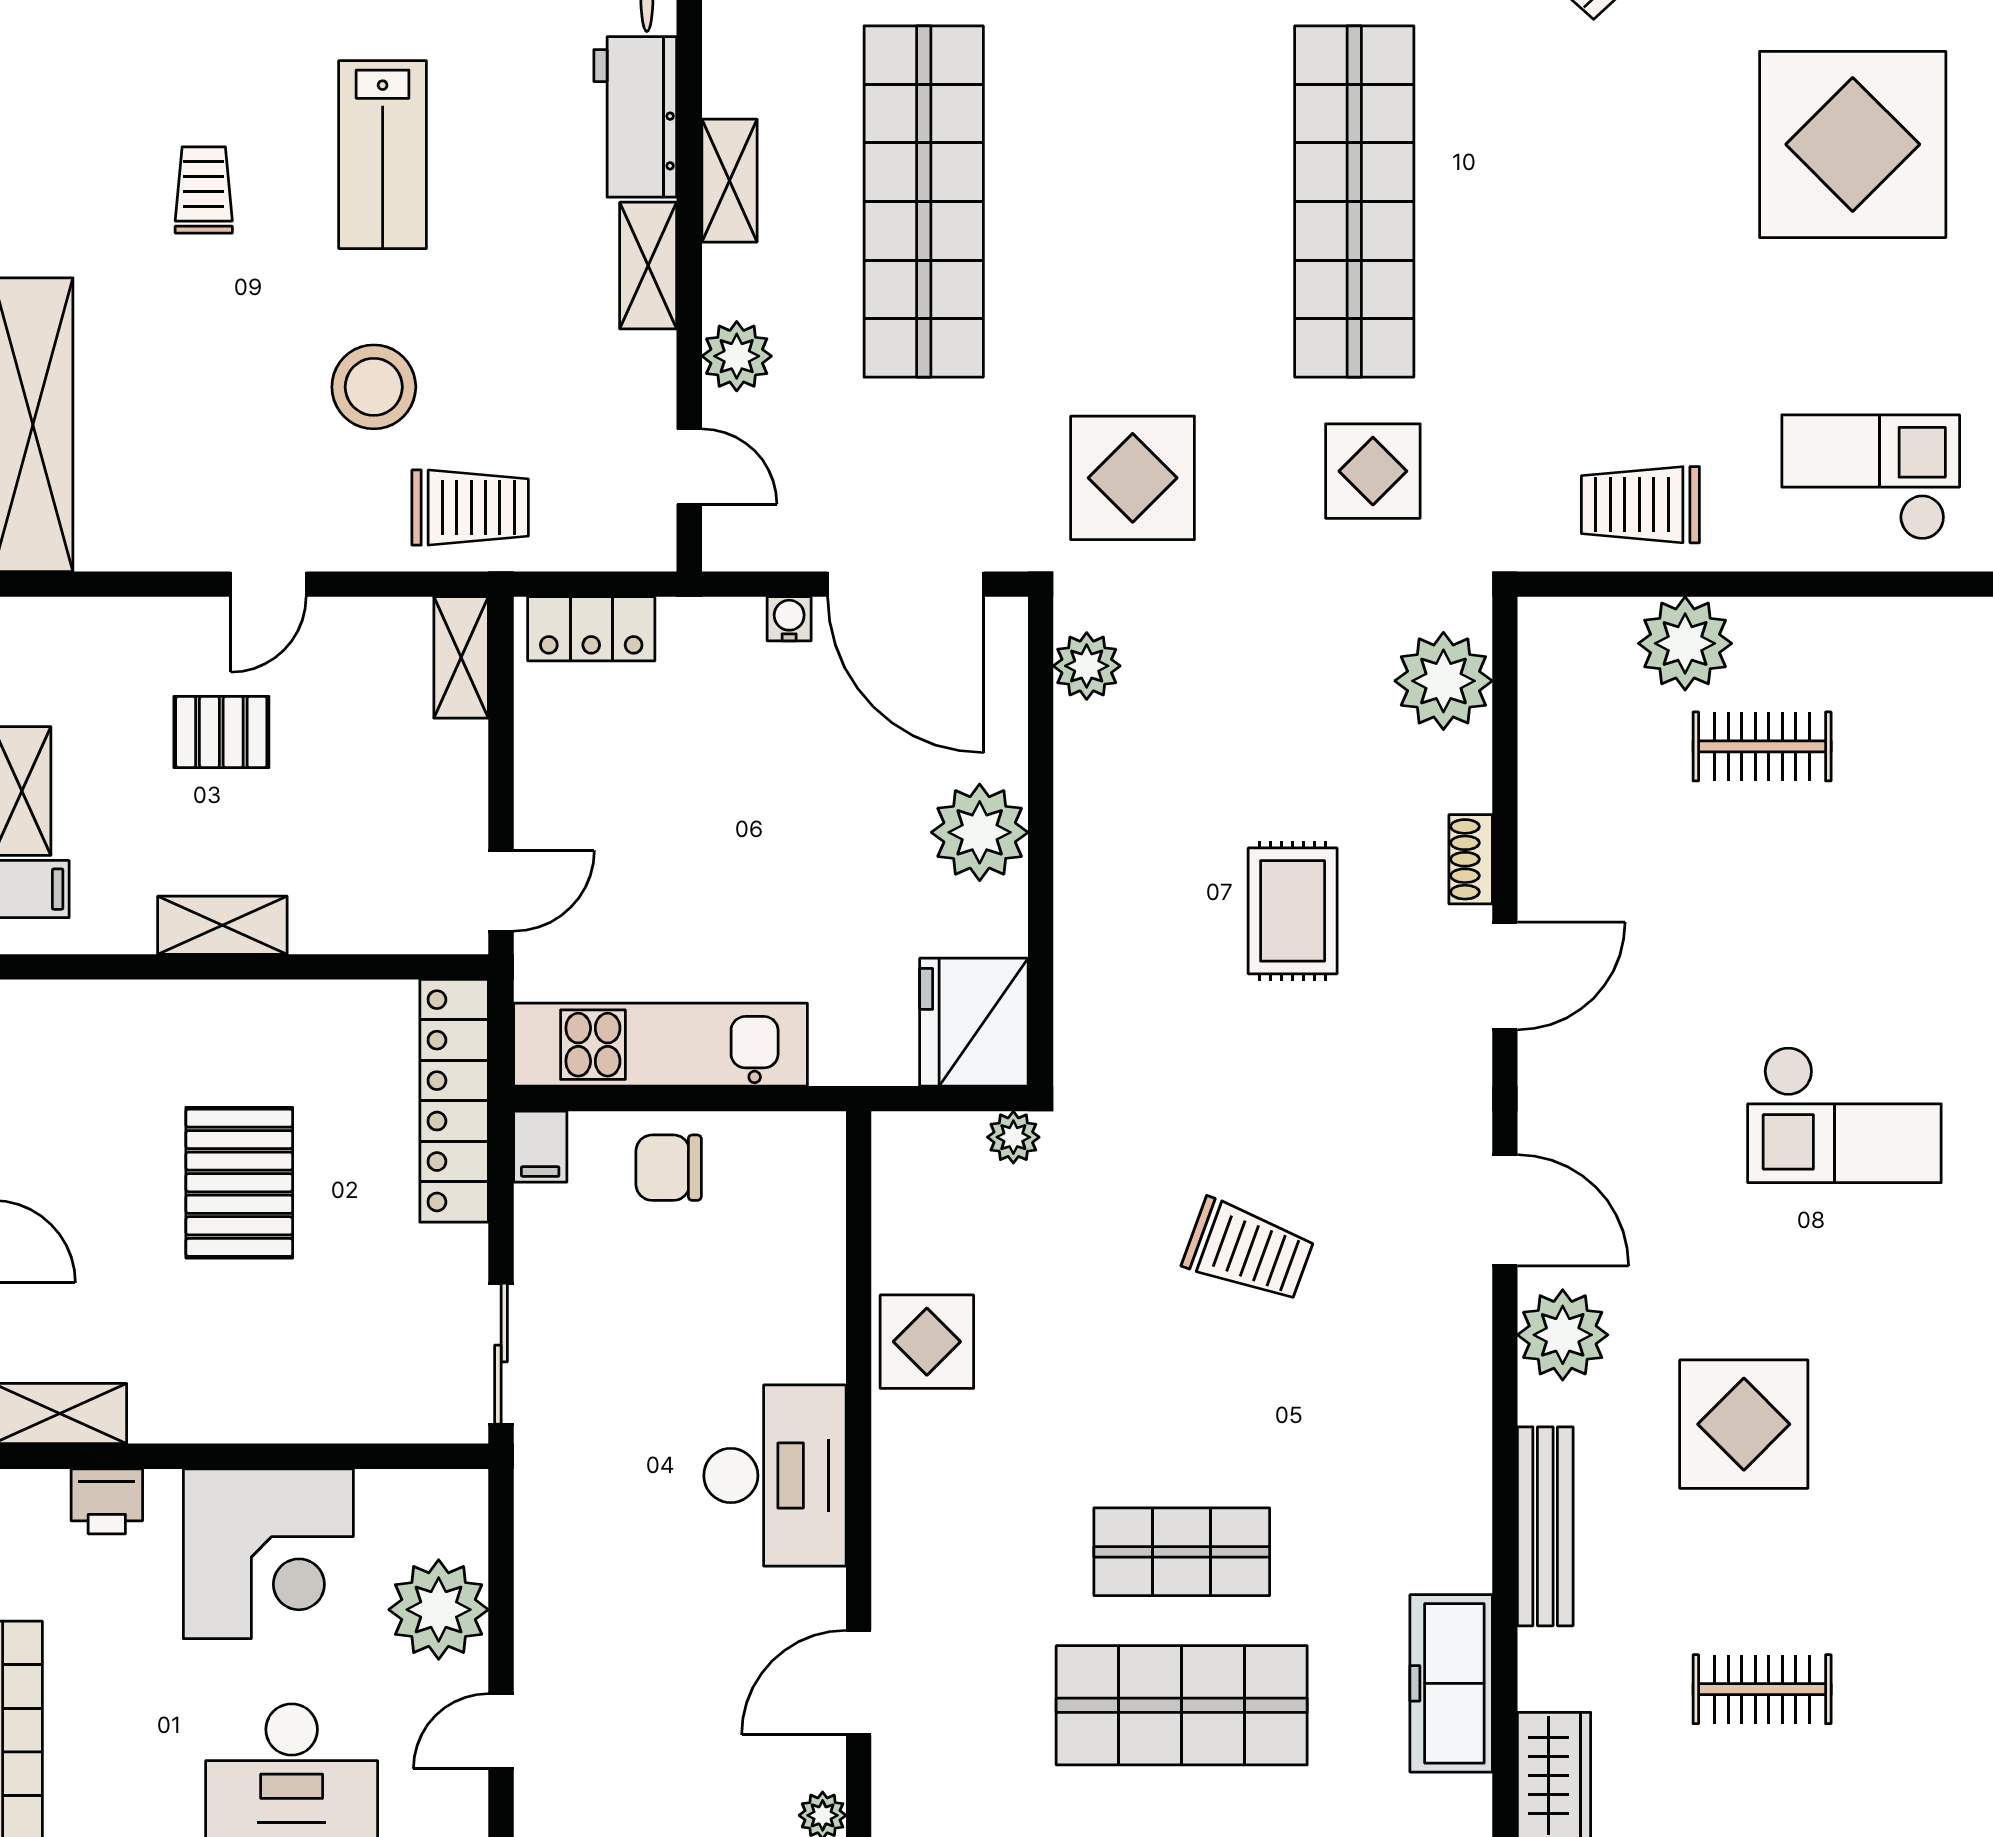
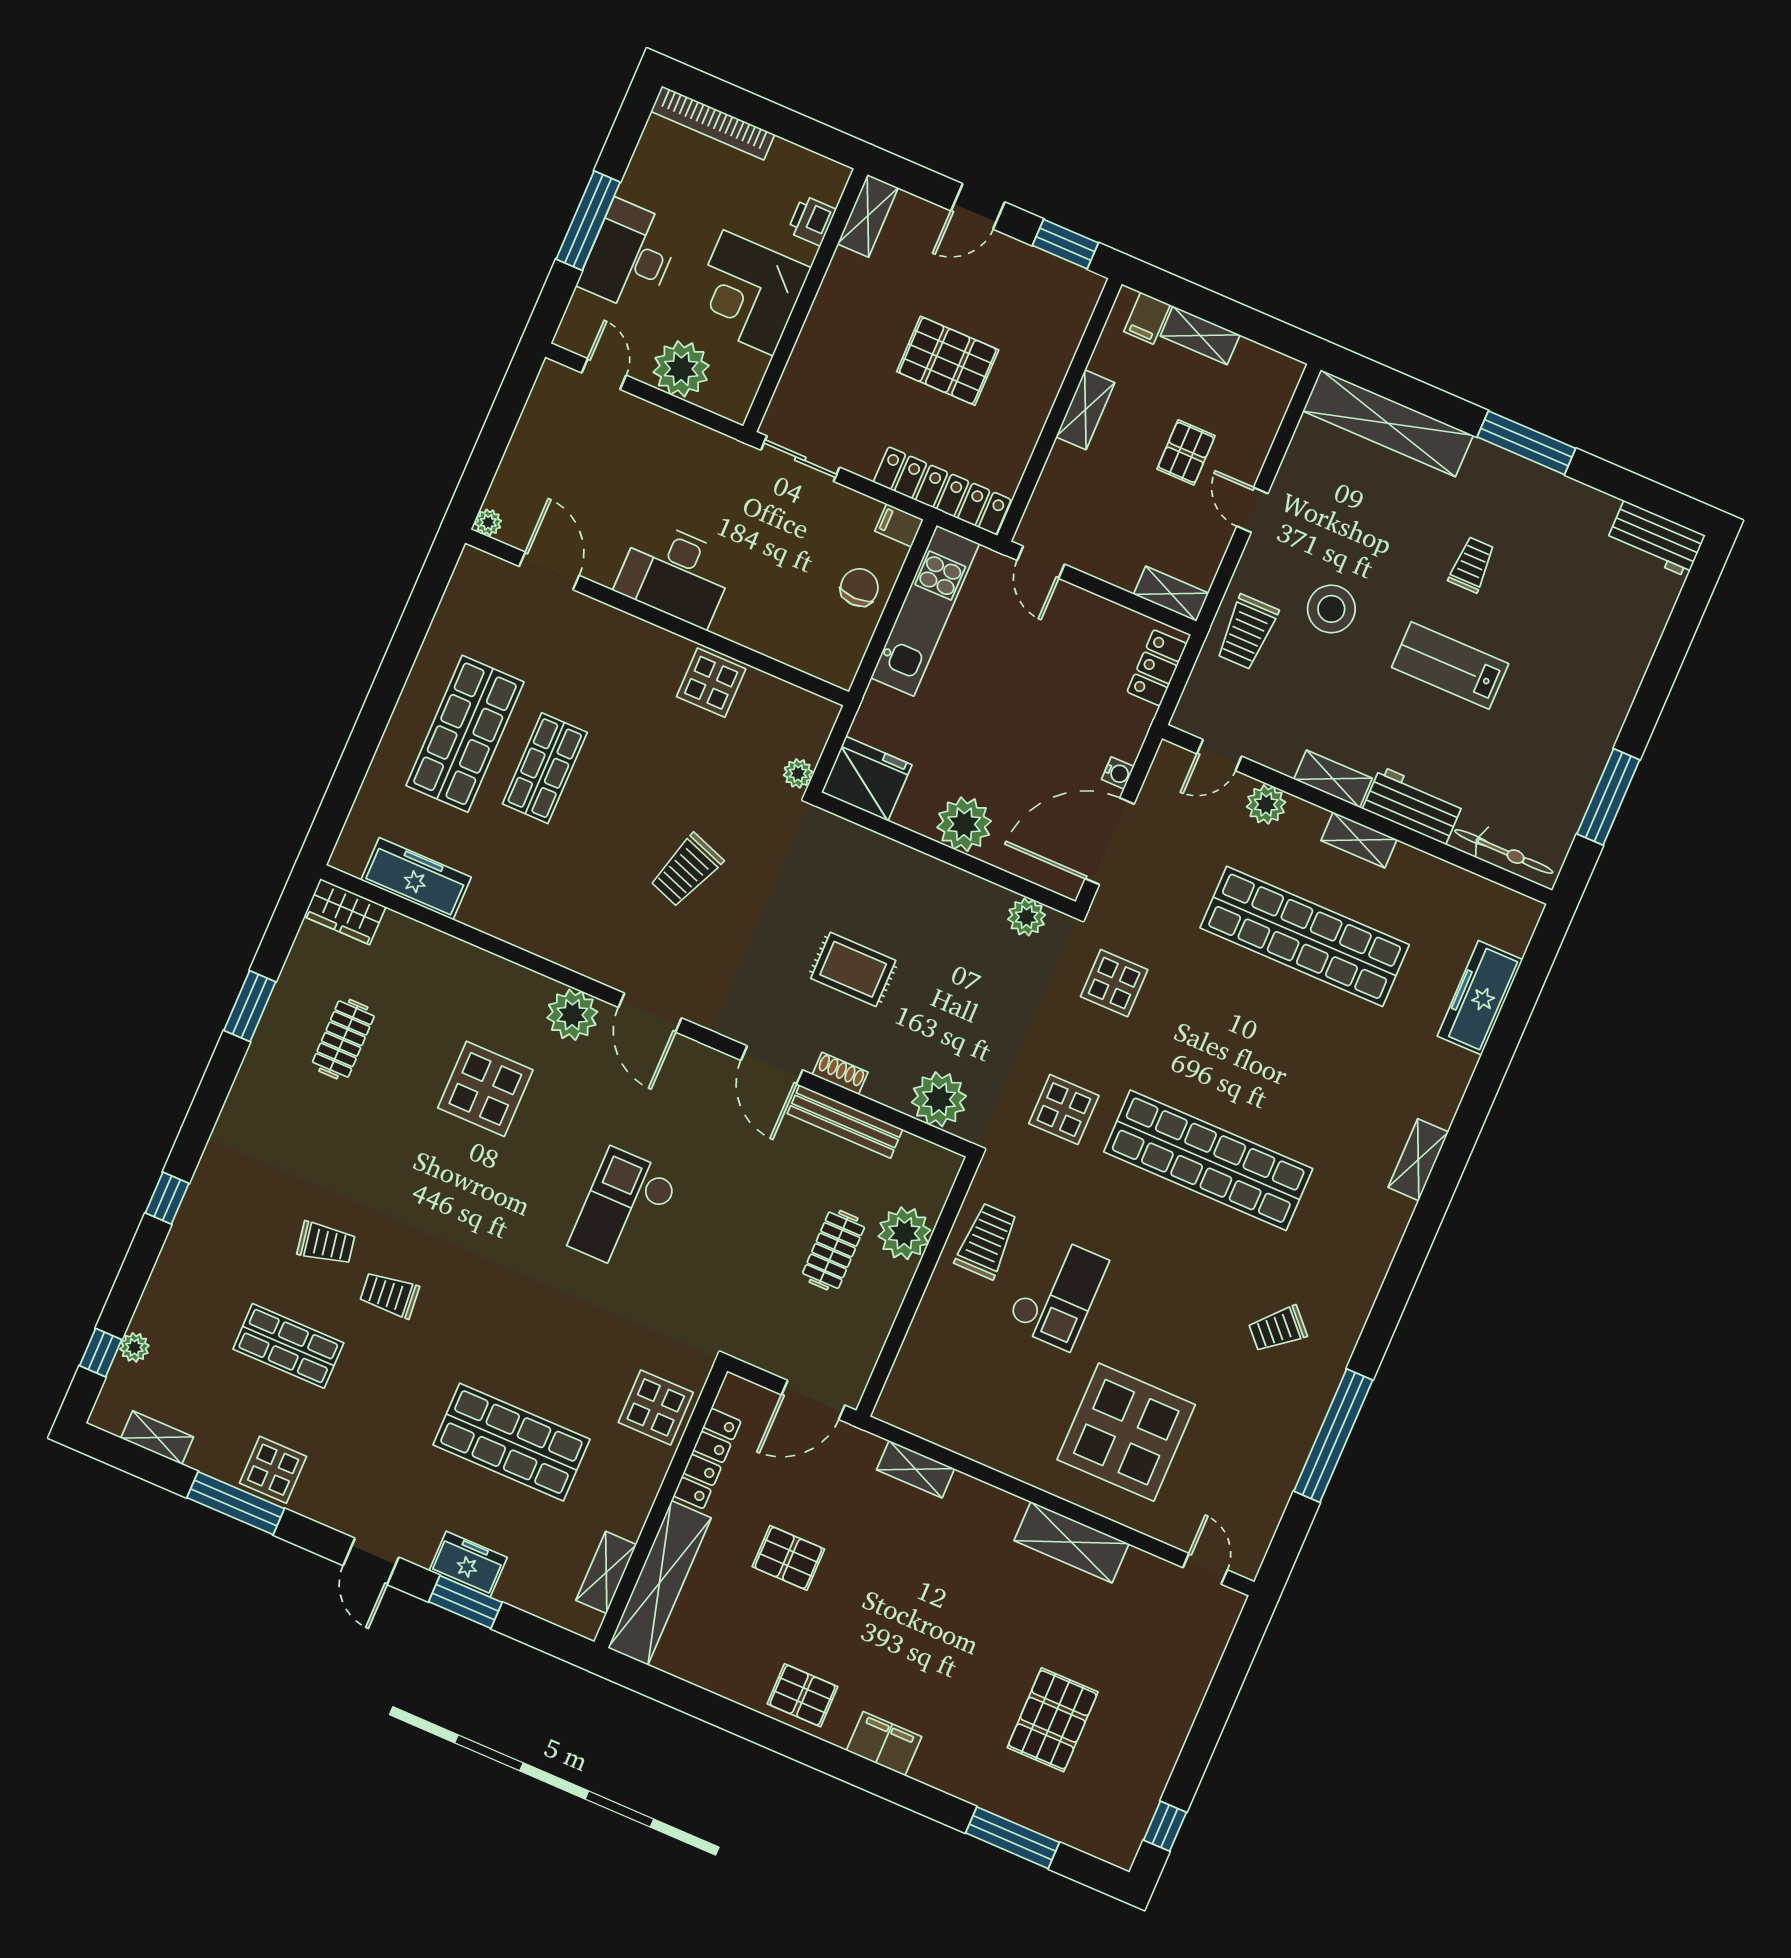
trolley: (204, 190) -> (1472, 565), turned -90
checkout: (1871, 477) -> (1058, 1292), moved
display table: (1133, 478) -> (1114, 983), width x0.73, depth x0.73
door: (1505, 1210) -> (650, 1013), hinge flipped
bench: (1545, 1526) -> (845, 1121), moved

